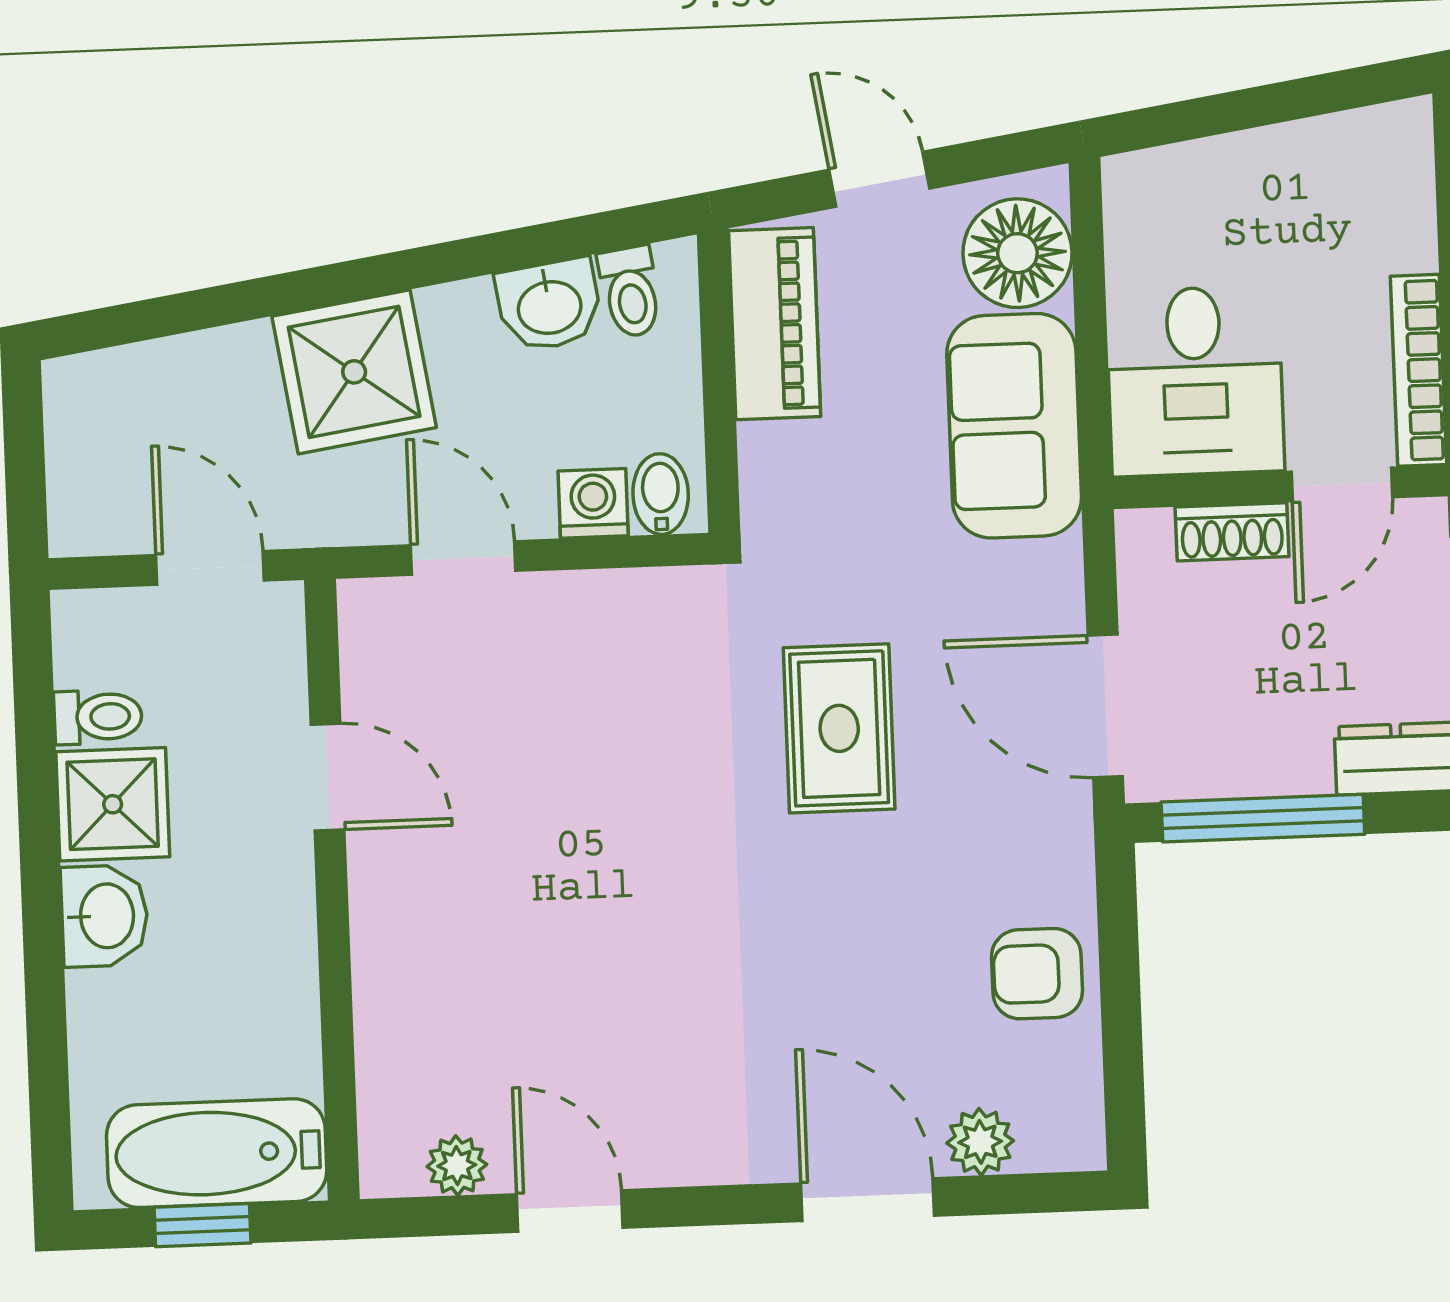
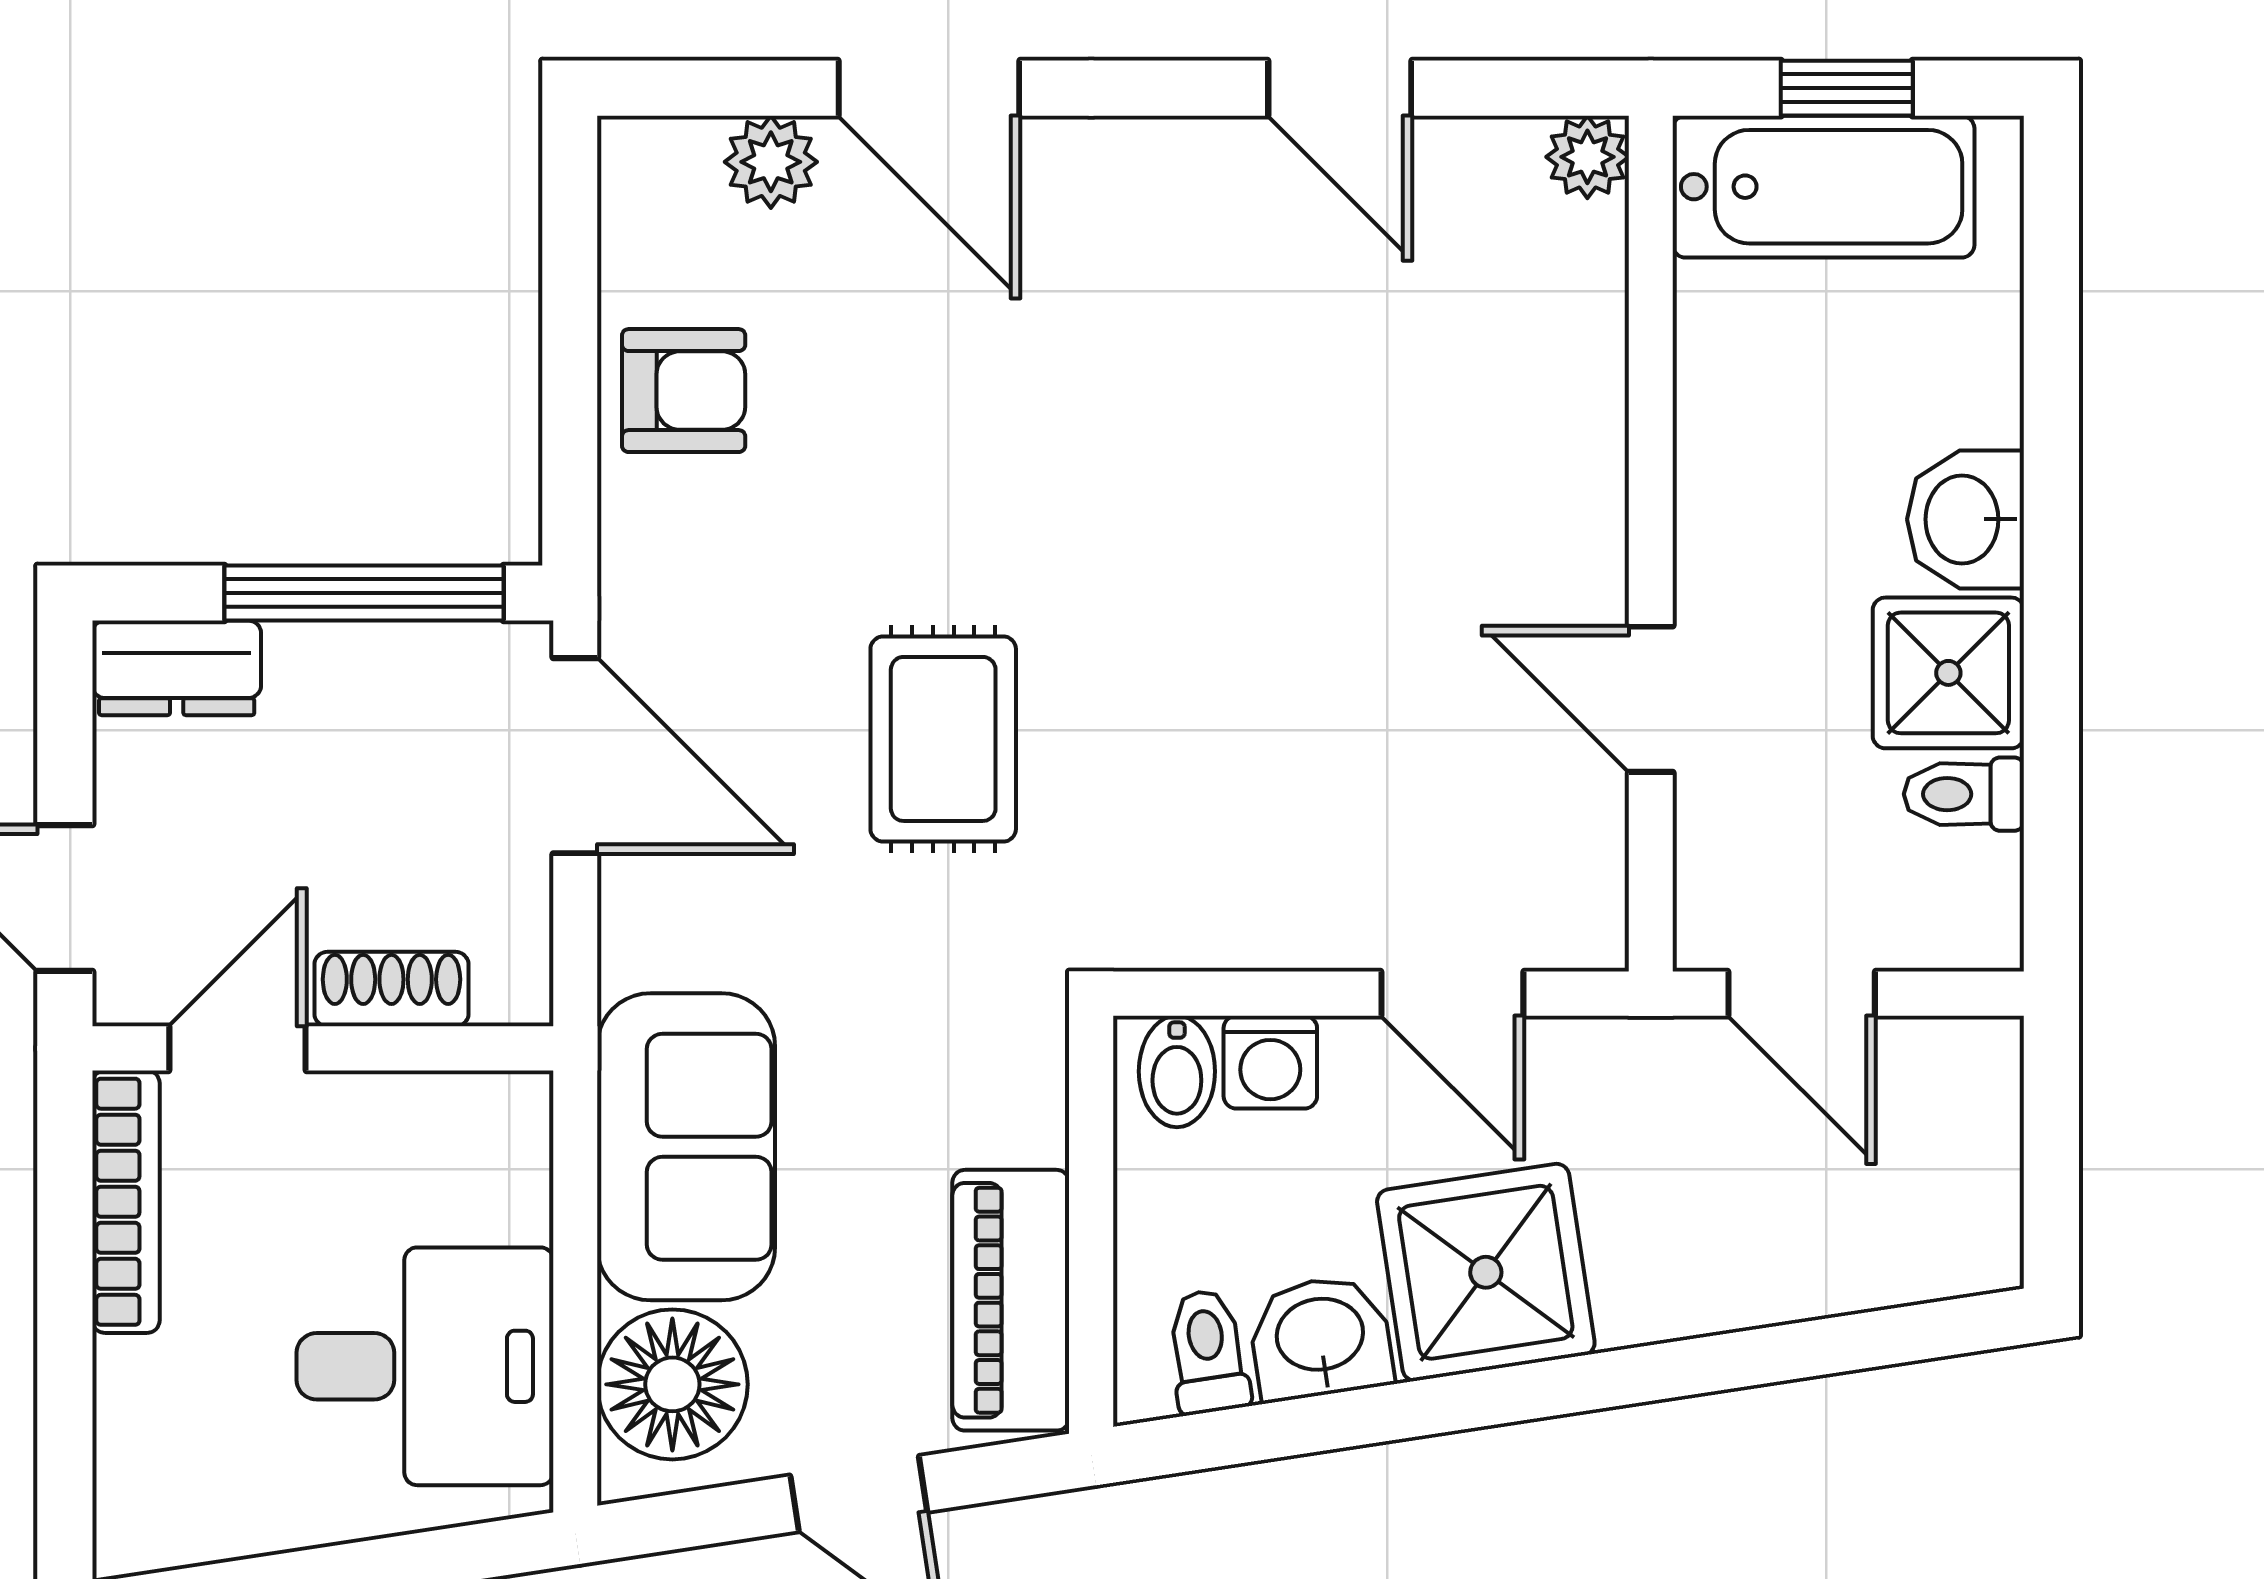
shower: (354, 372) -> (1486, 1272), moved
desk: (1195, 381) -> (425, 1366), moved, turned 90
plant: (457, 1165) -> (1587, 157), moved

